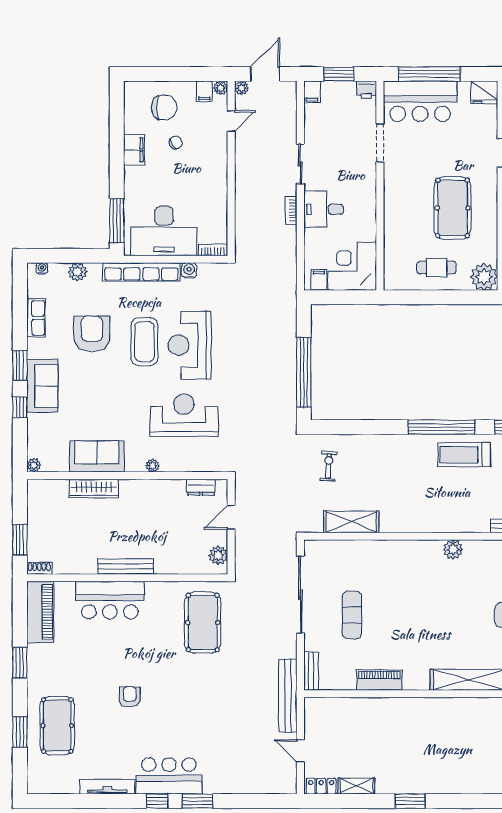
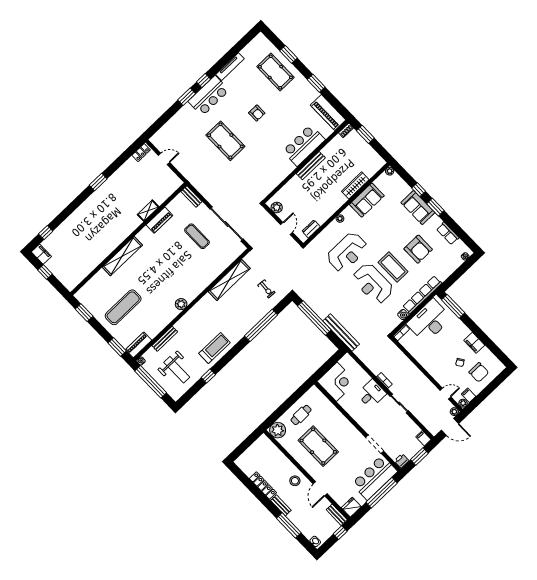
door: (265, 74) -> (450, 427), hinge flipped
chair: (164, 107) -> (479, 372), turned -90
door: (231, 121) -> (445, 394), swing flipped
plant: (78, 272) -> (449, 269), removed
filing cabinet: (319, 280) -> (345, 363), removed
reception desk: (190, 345) -> (373, 284), turned 180
window: (441, 427) -> (261, 325), moved
shelving: (351, 522) -> (229, 280), width x1.47
pool table: (203, 622) -> (225, 141), moved
bench: (288, 696) -> (341, 333), moved
shelving: (357, 786) -> (148, 211), moved

